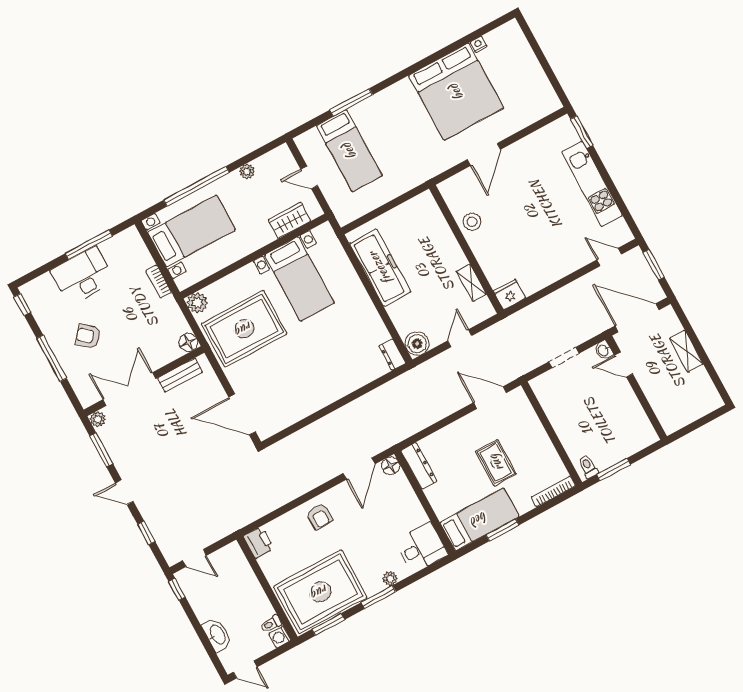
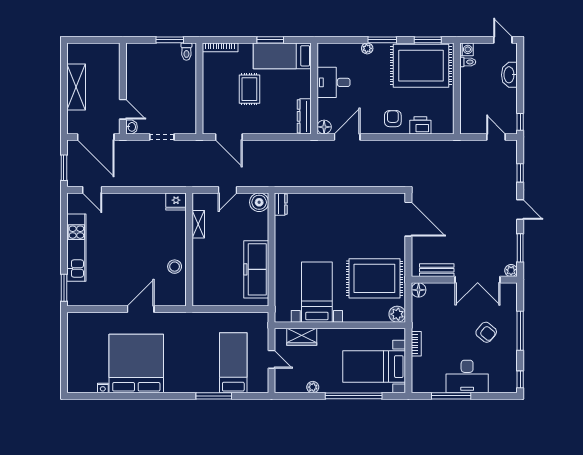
shelving: (686, 351) -> (76, 87), width x1.50, depth x1.33
printer: (259, 542) -> (420, 125), moved, turned 90
desk: (422, 548) -> (334, 82), moved

